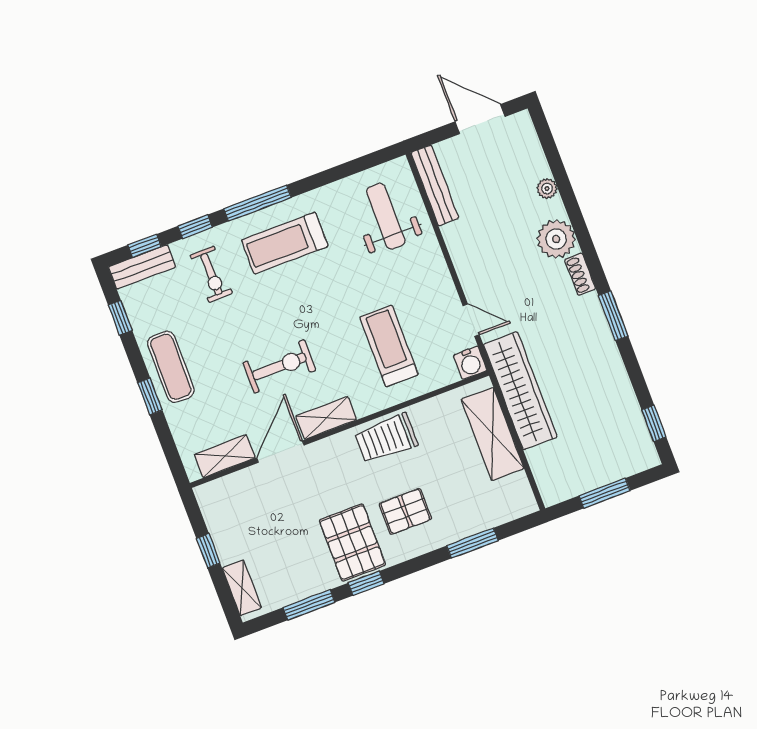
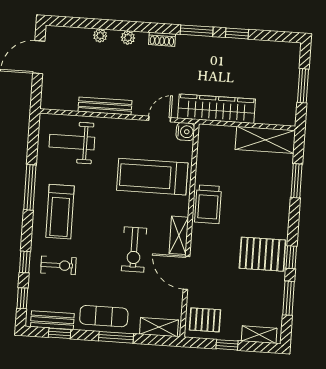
bench: (435, 185) -> (105, 106), moved
window: (257, 203) -> (30, 187), moved
plant: (556, 239) -> (128, 38), width x0.53, depth x0.53
bench: (142, 267) -> (52, 320), moved, turned 90
treadmill: (389, 346) -> (152, 177), width x1.37, depth x1.38
exercise bike: (279, 366) -> (134, 249), turned 180
window: (150, 396) -> (116, 337), width x1.50
window: (654, 423) -> (237, 33), moved
shelving: (493, 434) -> (265, 140), moved
shelving: (225, 456) -> (159, 327), moved, turned 90
pallet: (405, 511) -> (205, 320), moved, turned 90

